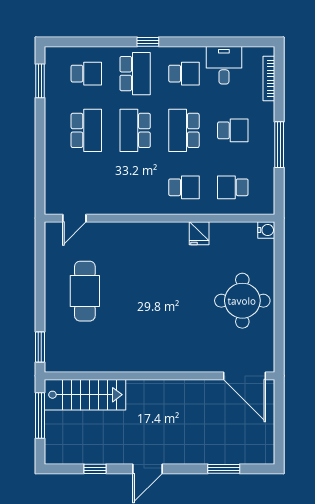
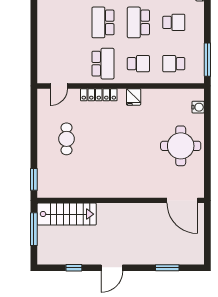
school desk: (86, 130) -> (103, 64), moved
window: (279, 145) -> (207, 60), moved
locker: (129, 230) -> (99, 95), added
water cooler: (266, 230) -> (198, 107), moved
fridge: (199, 233) -> (134, 97), moved
cafe table: (85, 291) -> (67, 139), width x0.73, depth x0.74

